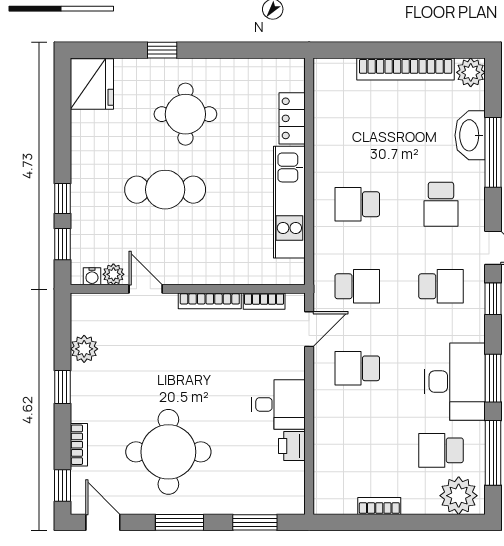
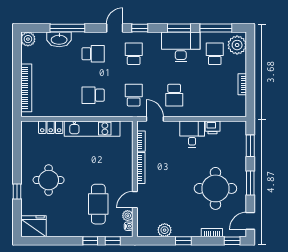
bookcase: (406, 69) -> (26, 88), moved
cafe table: (165, 190) -> (98, 204), moved
school desk: (357, 204) -> (93, 95), turned 90
school desk: (441, 450) -> (215, 54), turned 180

